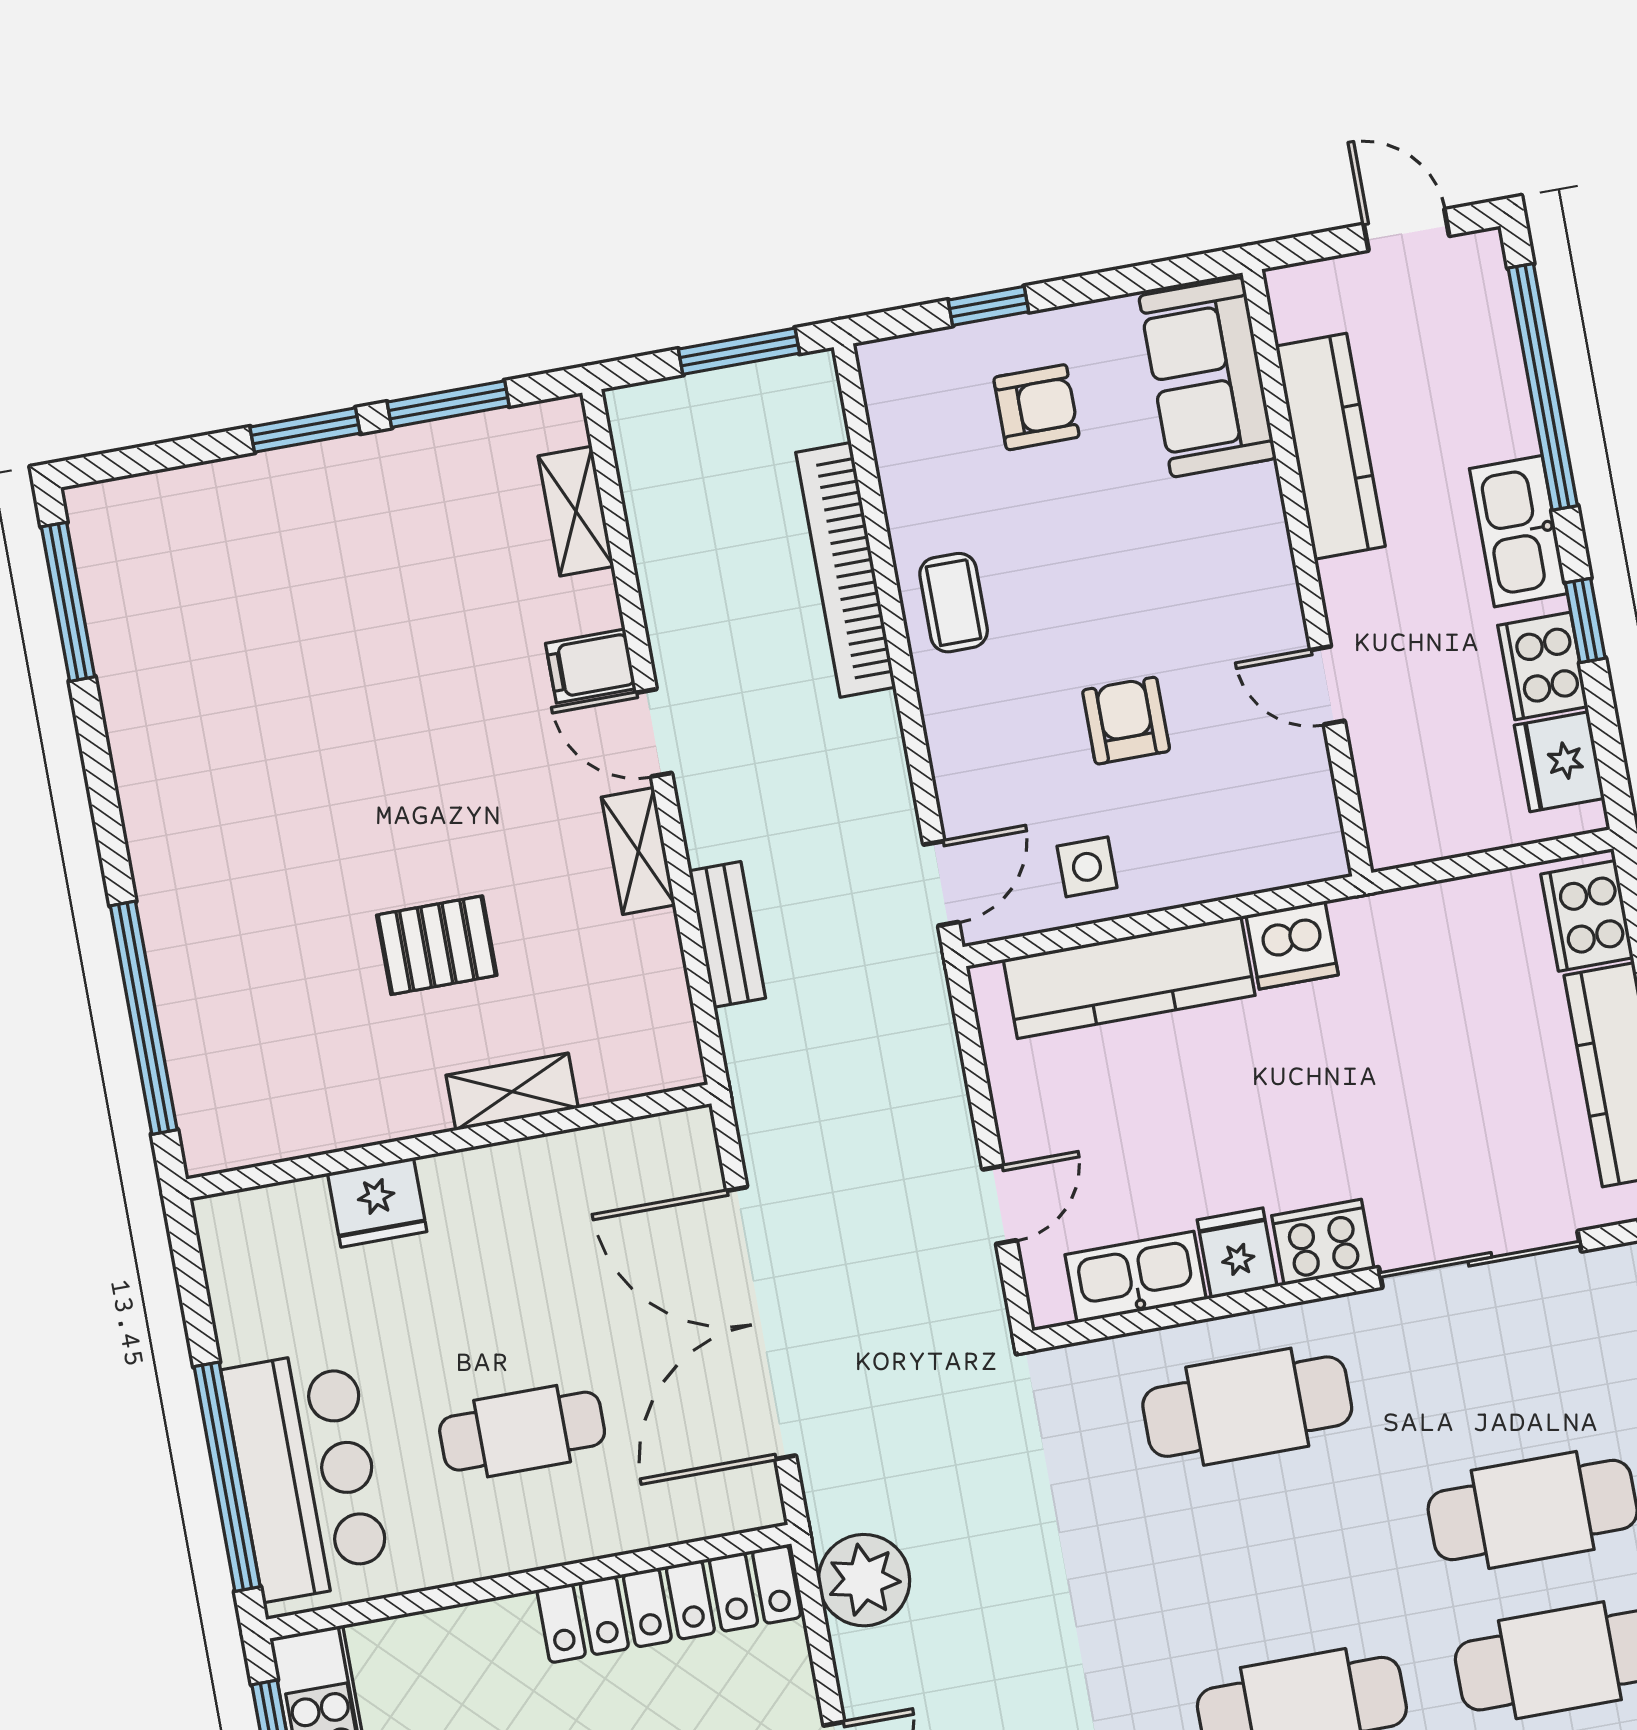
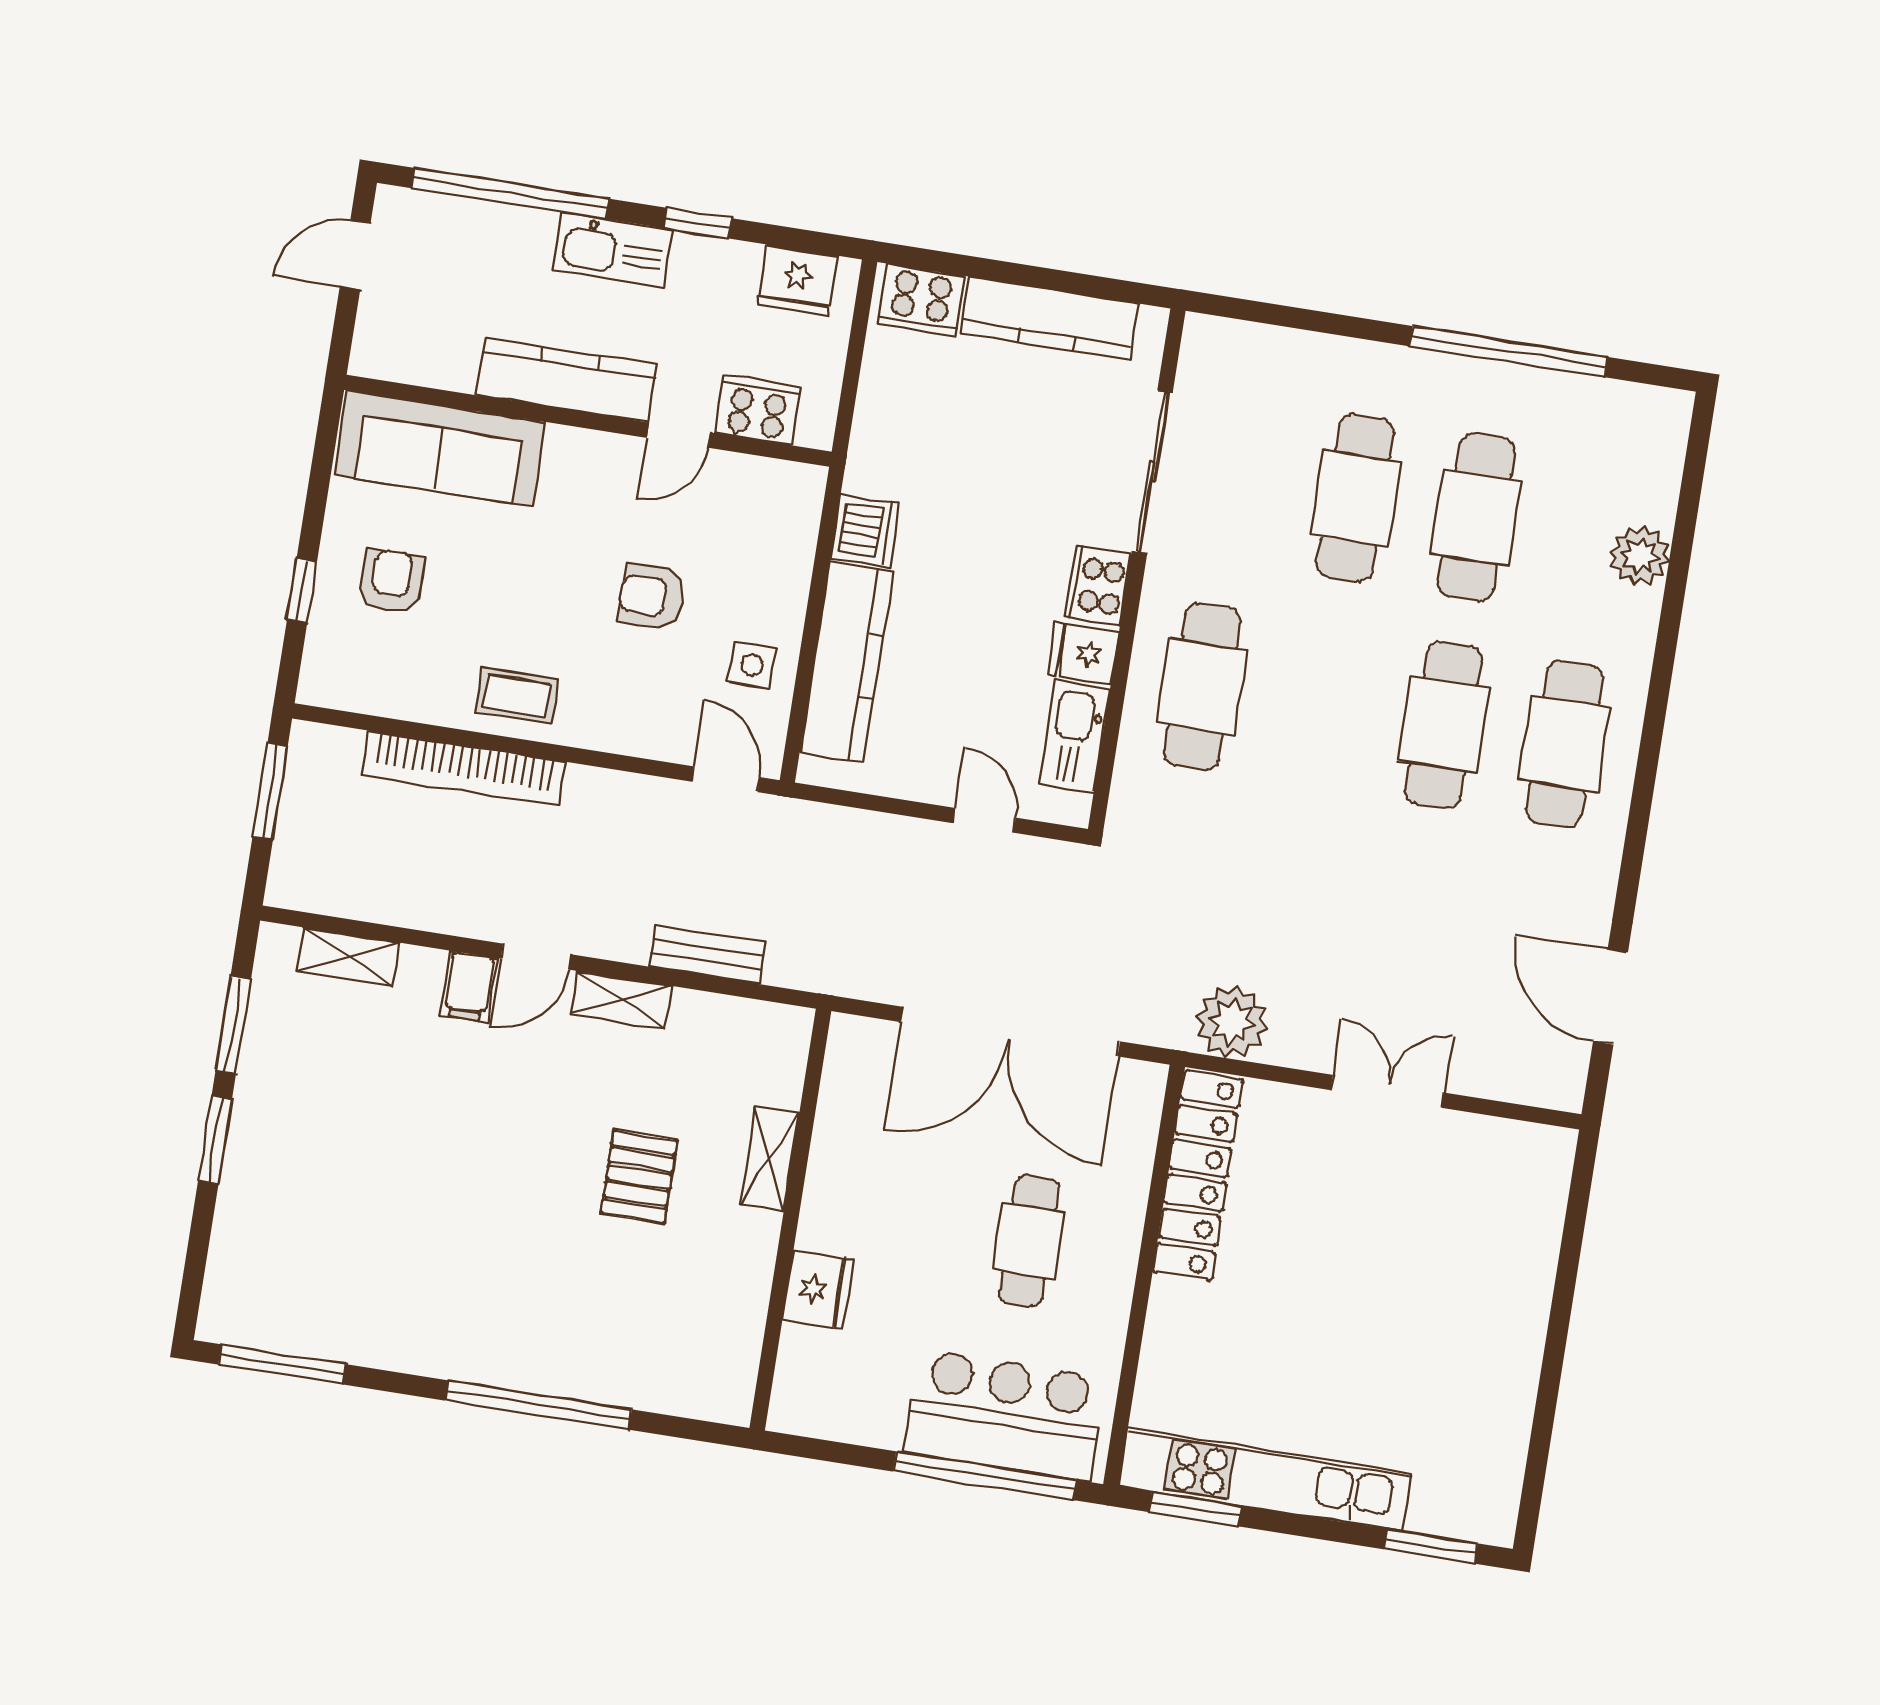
sofa: (1207, 377) -> (440, 448), width x1.36
kitchen counter: (1330, 446) -> (567, 380), moved
cooker: (1543, 666) -> (758, 410), moved, turned 180
window: (144, 1018) -> (538, 1405), moved

